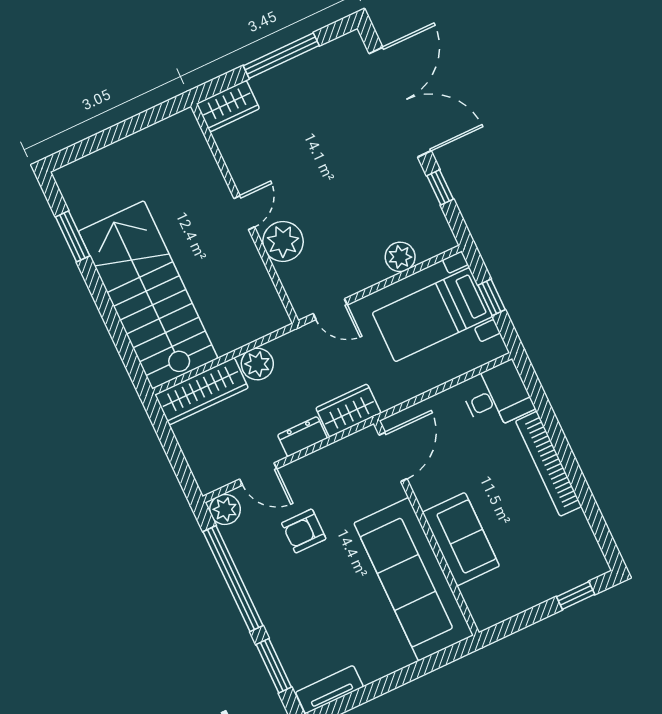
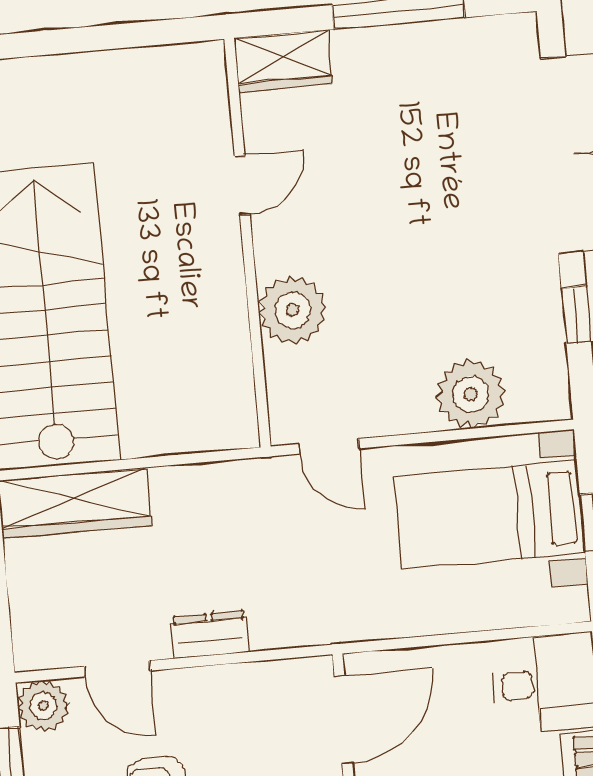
door: (244, 213) -> (242, 185), moved
plant: (400, 257) -> (471, 394), width x1.36, depth x1.36
plant: (257, 364) -> (180, 492), removed
wardrobe: (348, 411) -> (299, 619), removed

